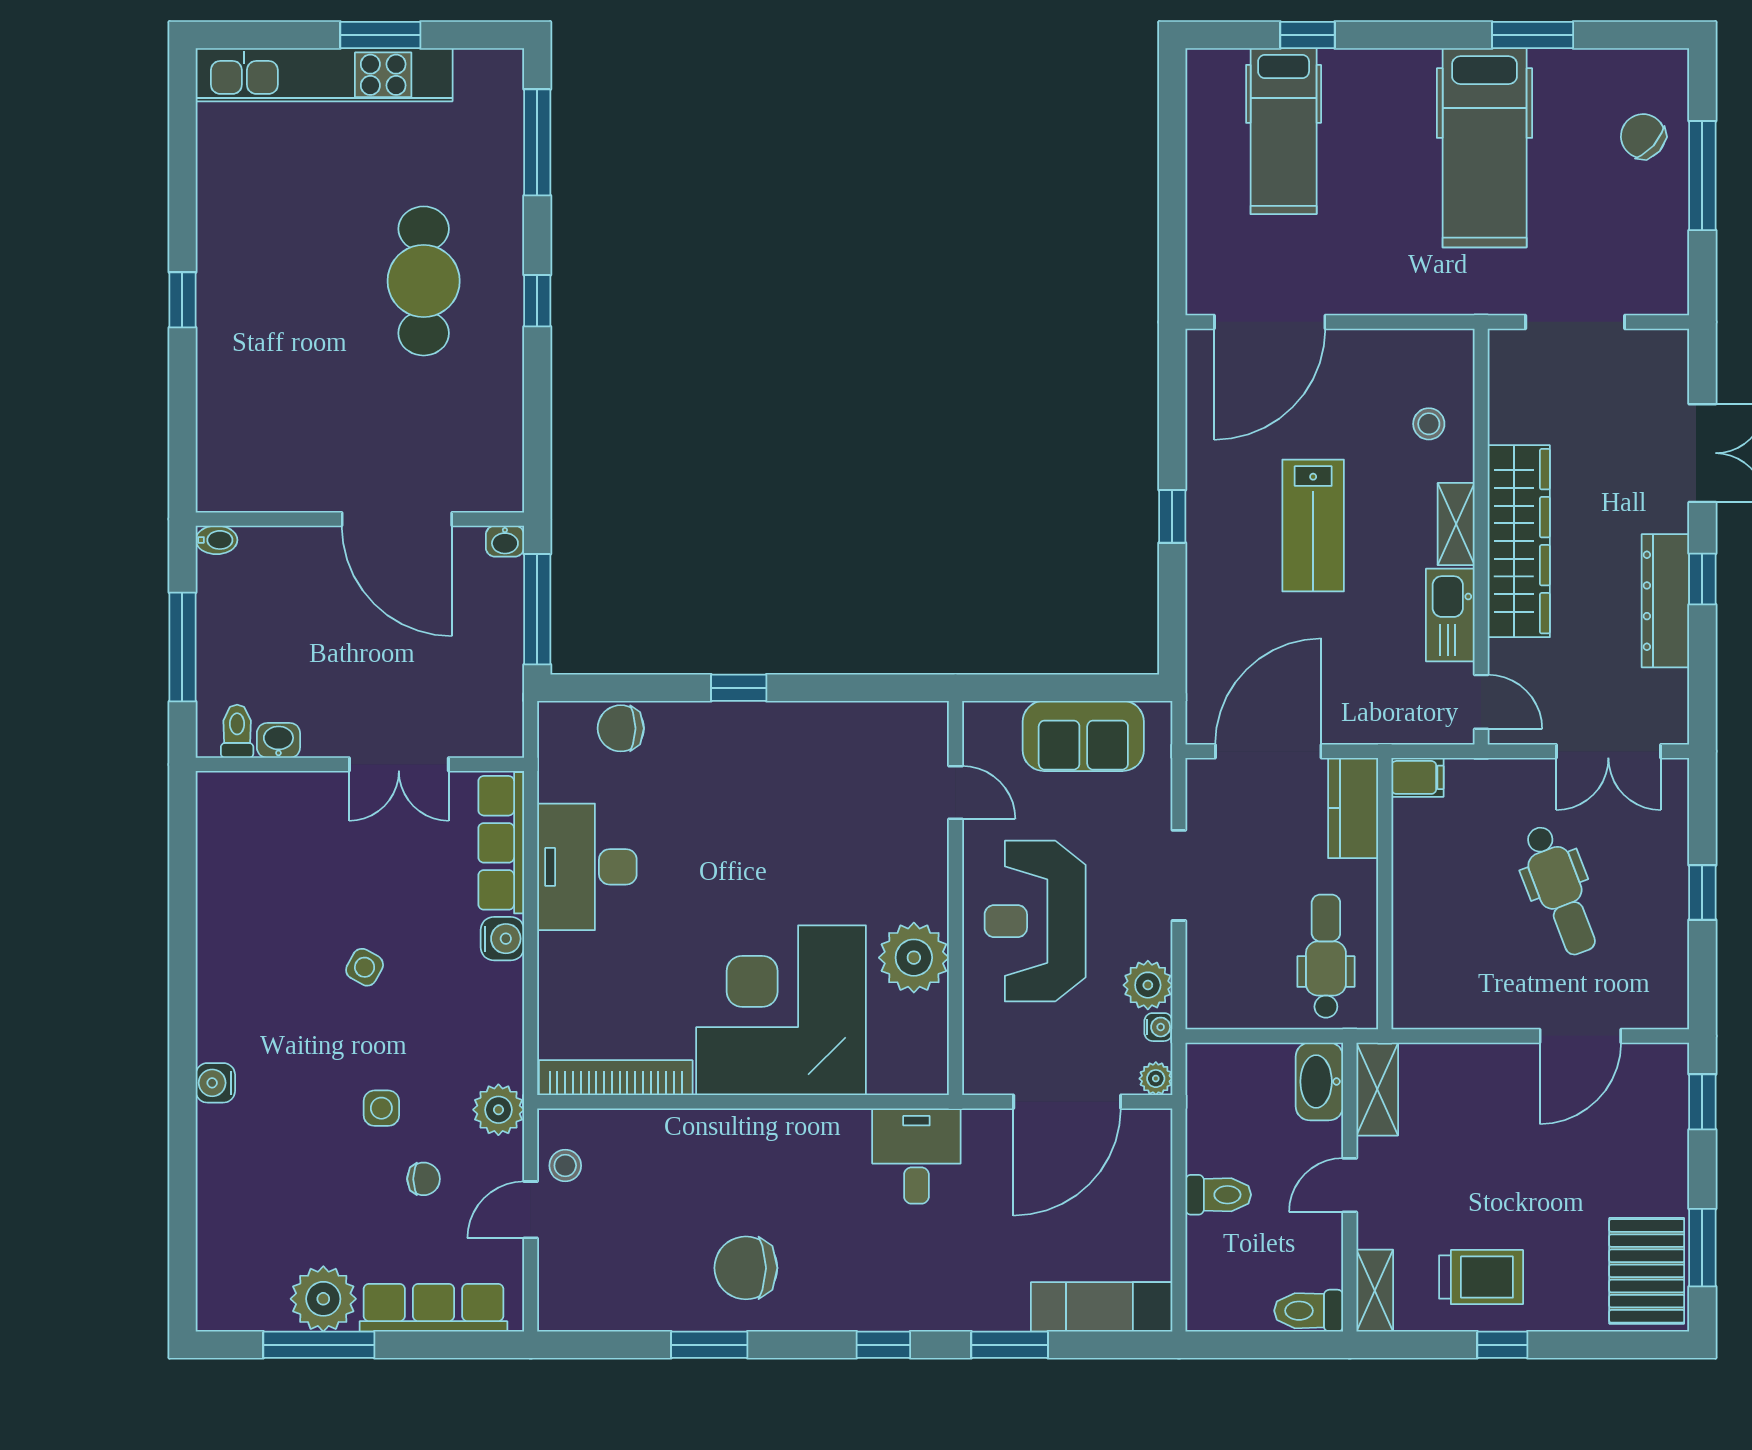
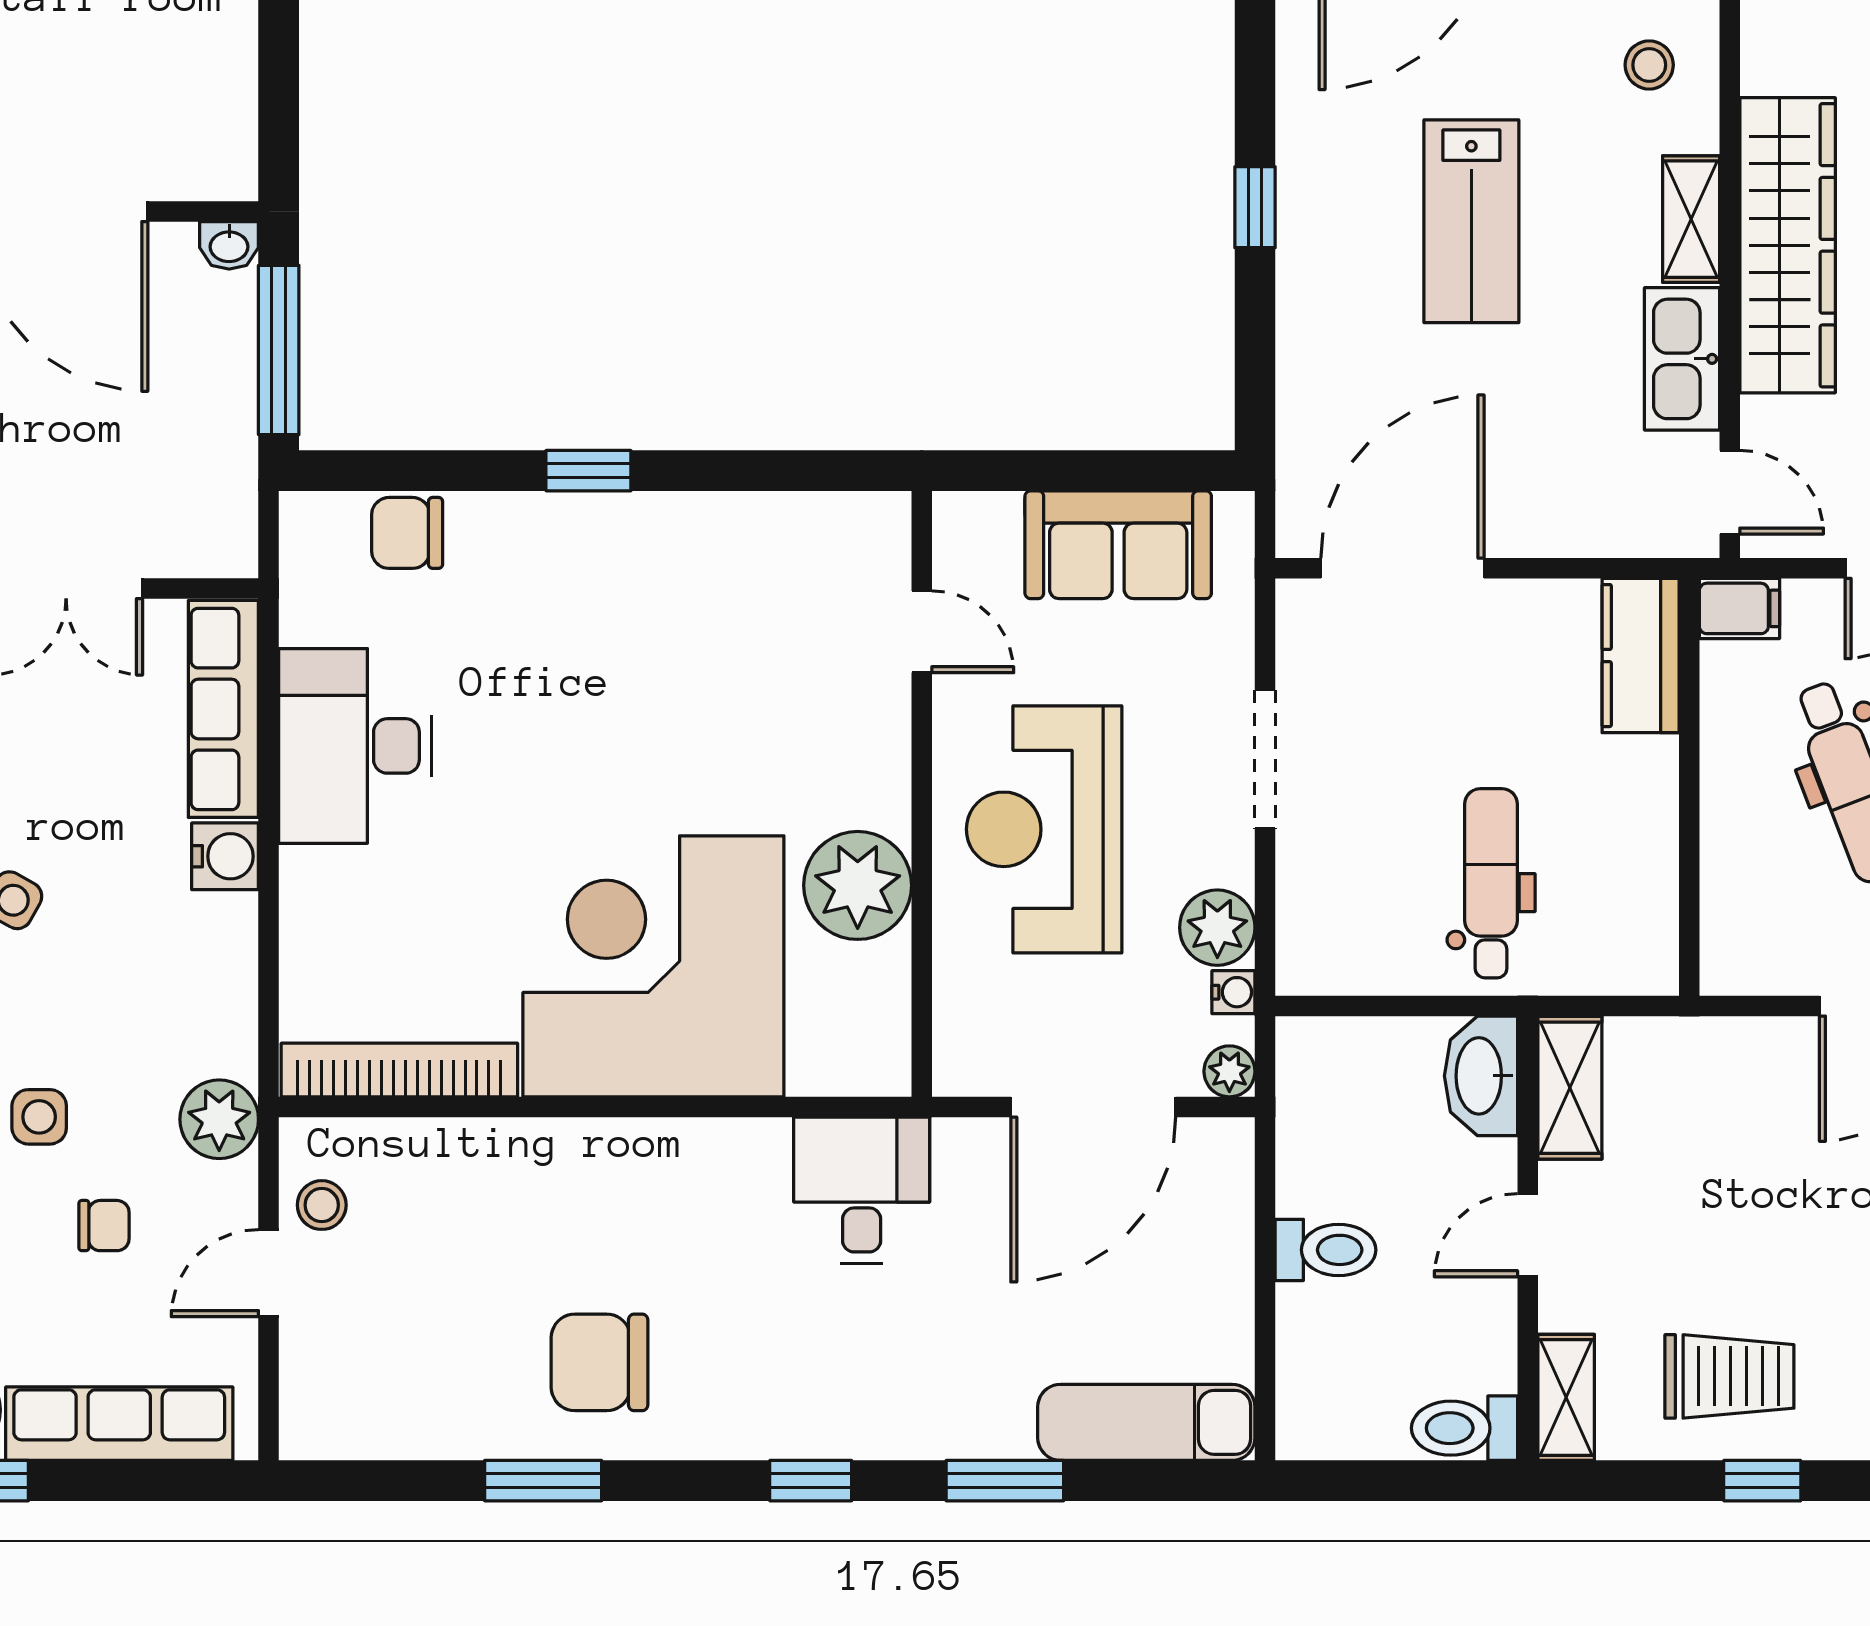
filing cabinet: (1417, 777) -> (1739, 608), moved
kitchen counter: (1353, 808) -> (1641, 656), moved
wall: (1385, 894) -> (1689, 787), moved

